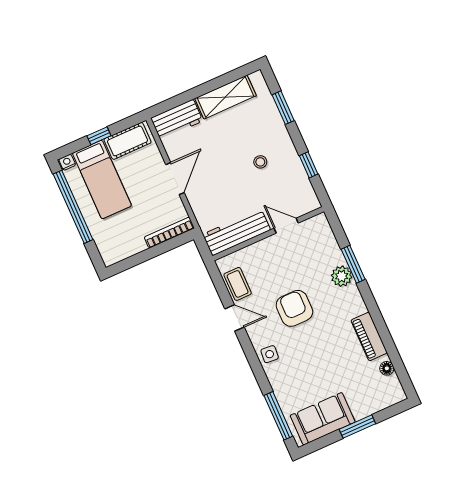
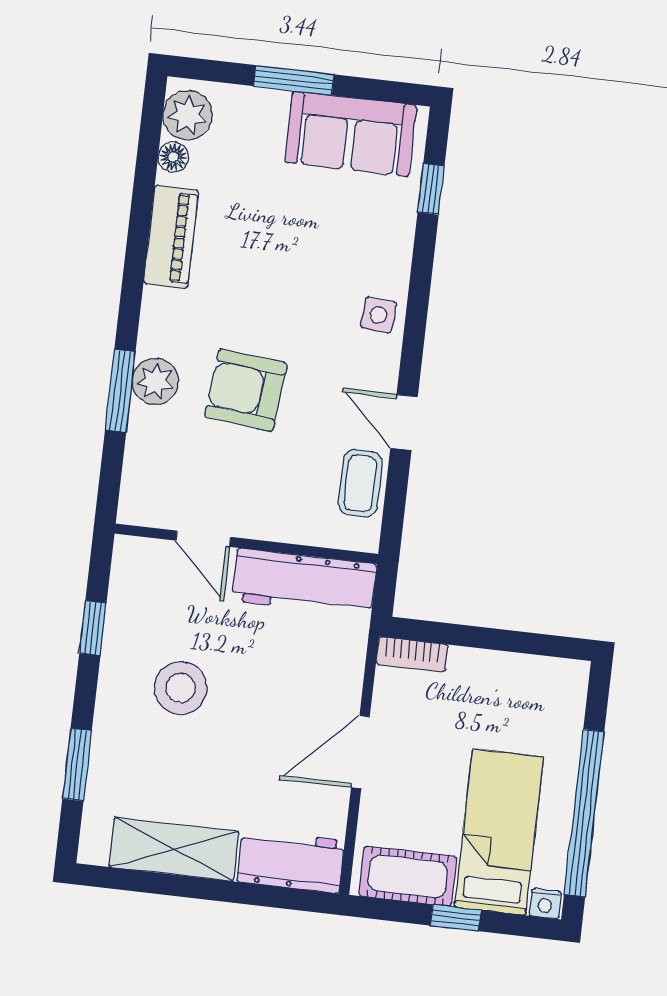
stool: (260, 162) -> (181, 688), width x1.89, depth x1.89
bookcase: (169, 233) -> (412, 654), width x0.64
armchair: (294, 308) -> (246, 390), moved, turned 96
plant: (391, 388) -> (188, 115), added
window: (278, 416) -> (431, 189), width x0.46

